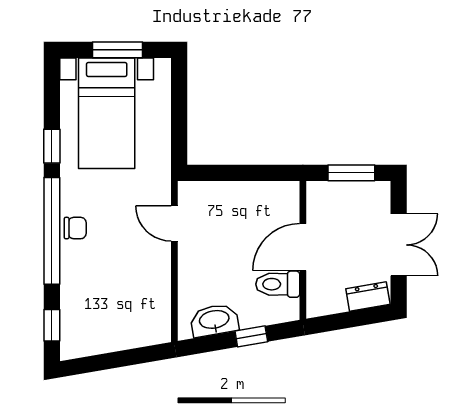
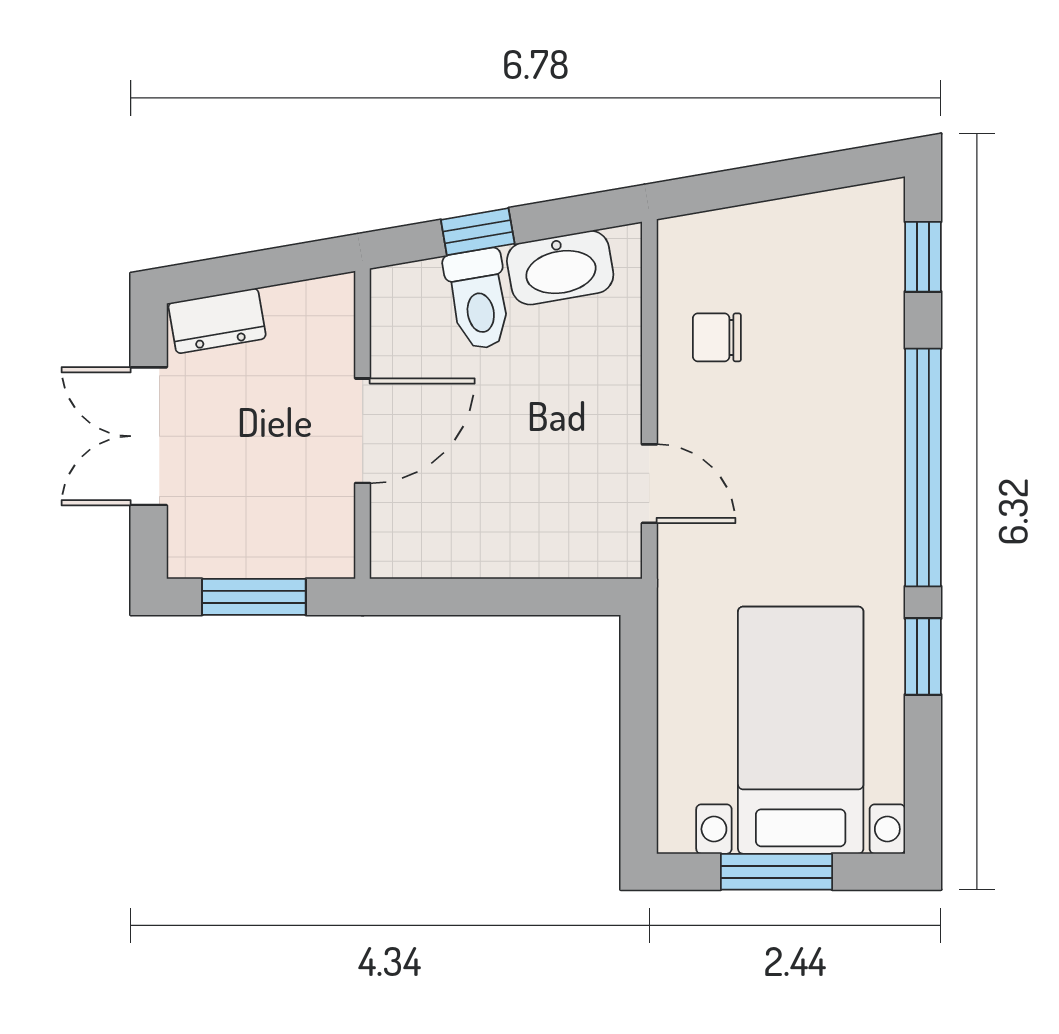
chair: (75, 228) -> (717, 337), moved
toilet: (278, 284) -> (478, 299), moved, turned 80

